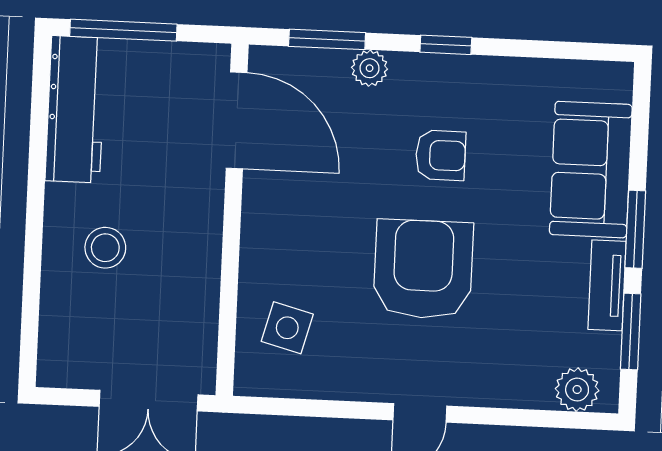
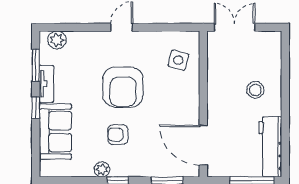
plant: (370, 68) -> (102, 169), moved
window: (635, 229) -> (36, 108), width x0.67

